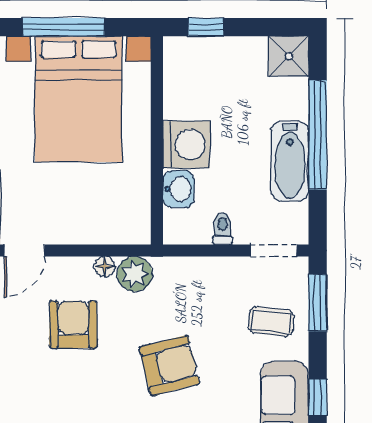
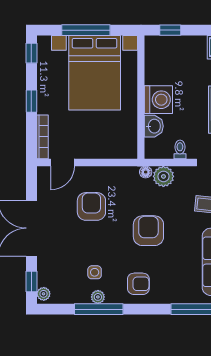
floor lamp: (105, 267) -> (146, 172), moved
plant: (135, 274) -> (163, 176), moved
armchair: (169, 366) -> (148, 231), turned -76

